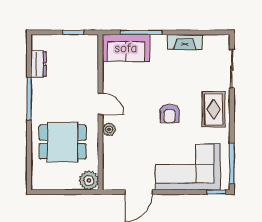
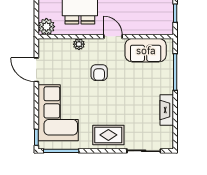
sofa: (126, 48) -> (146, 50), moved, turned -90
door: (100, 104) -> (113, 37), swing flipped
armchair: (170, 114) -> (99, 73), moved, turned -90
plant: (109, 129) -> (79, 44), moved

